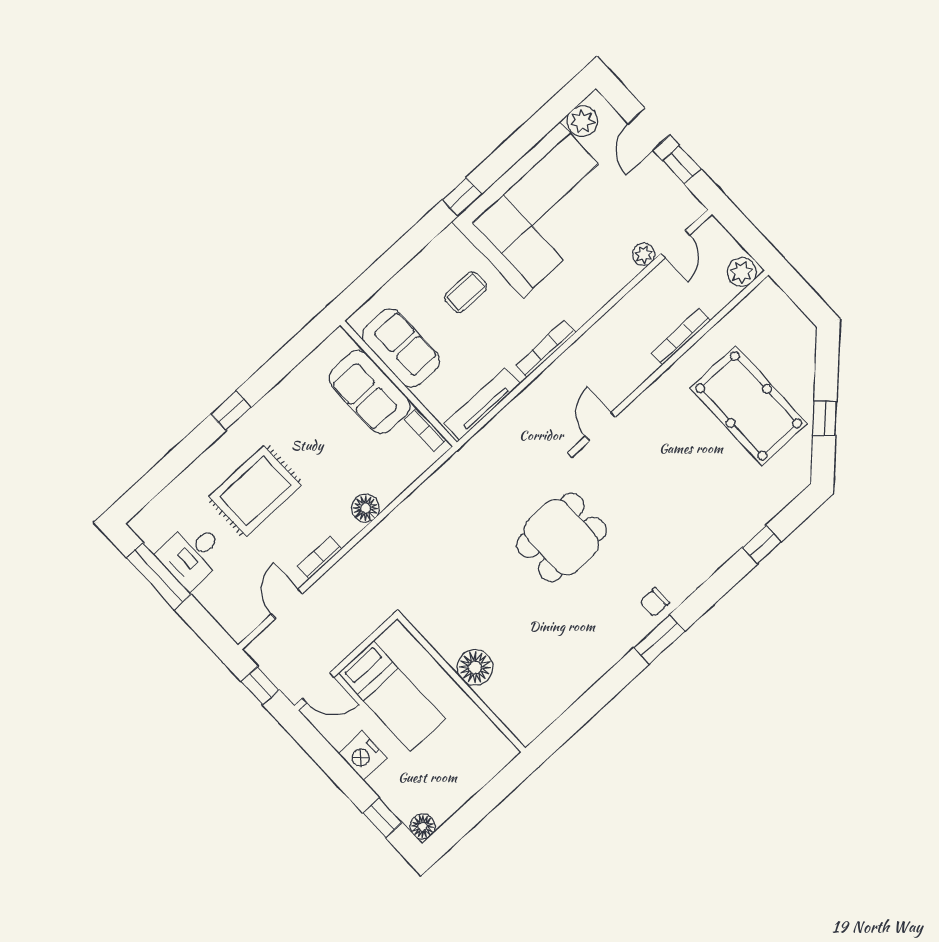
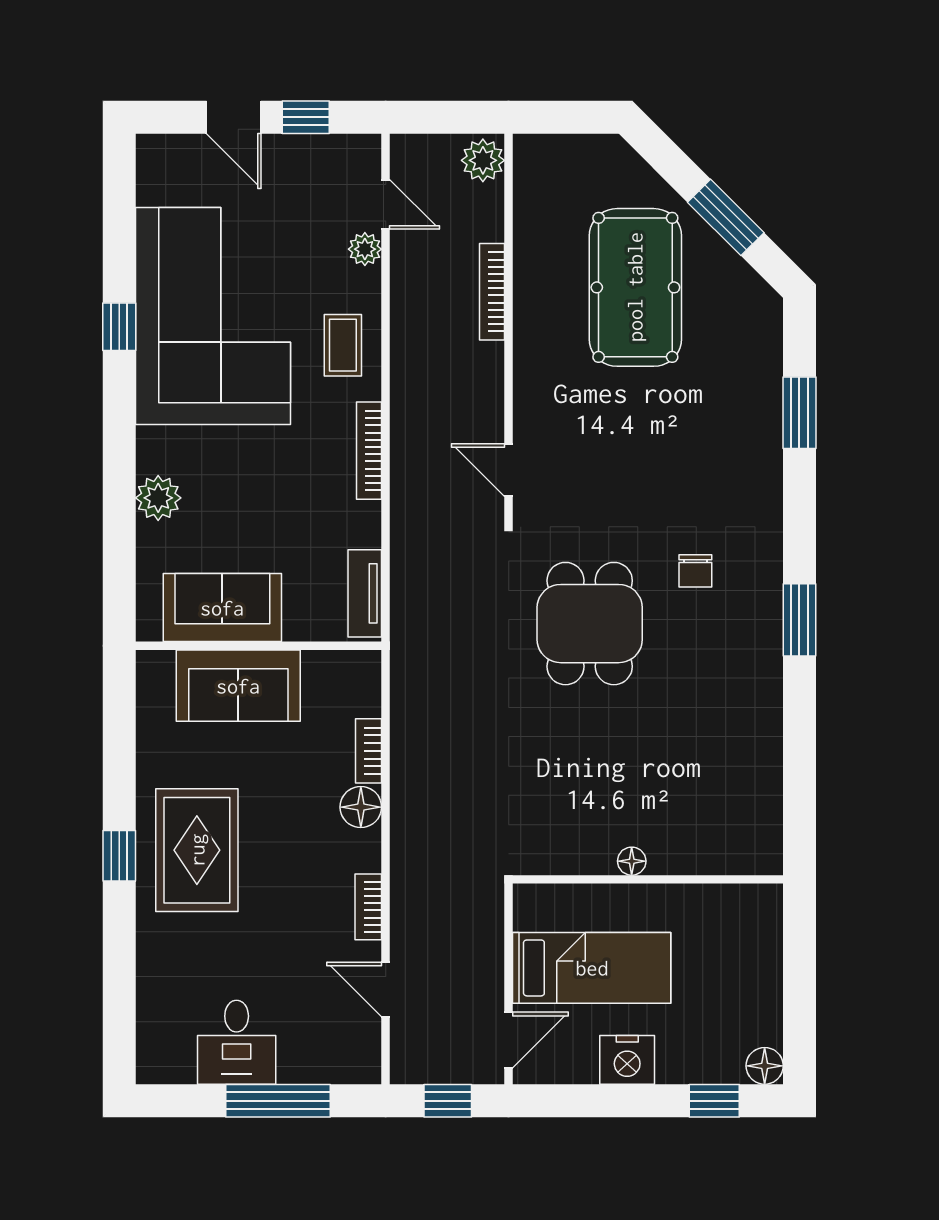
plant: (582, 121) -> (158, 498), moved
window: (462, 197) -> (119, 327), moved
coffee table: (466, 292) -> (343, 345), moved
tv unit: (482, 404) -> (365, 593), width x0.71
pool table: (749, 406) -> (635, 287), turned 90
window: (825, 419) -> (726, 217), width x1.50
bookcase: (426, 430) -> (369, 751), moved, turned 90
rug: (255, 491) -> (197, 850), moved
window: (762, 544) -> (799, 413), width x1.50
window: (159, 576) -> (278, 1101), moved
chair: (655, 602) -> (695, 571), moved
floor lamp: (475, 667) -> (632, 861), width x0.53, depth x0.53

